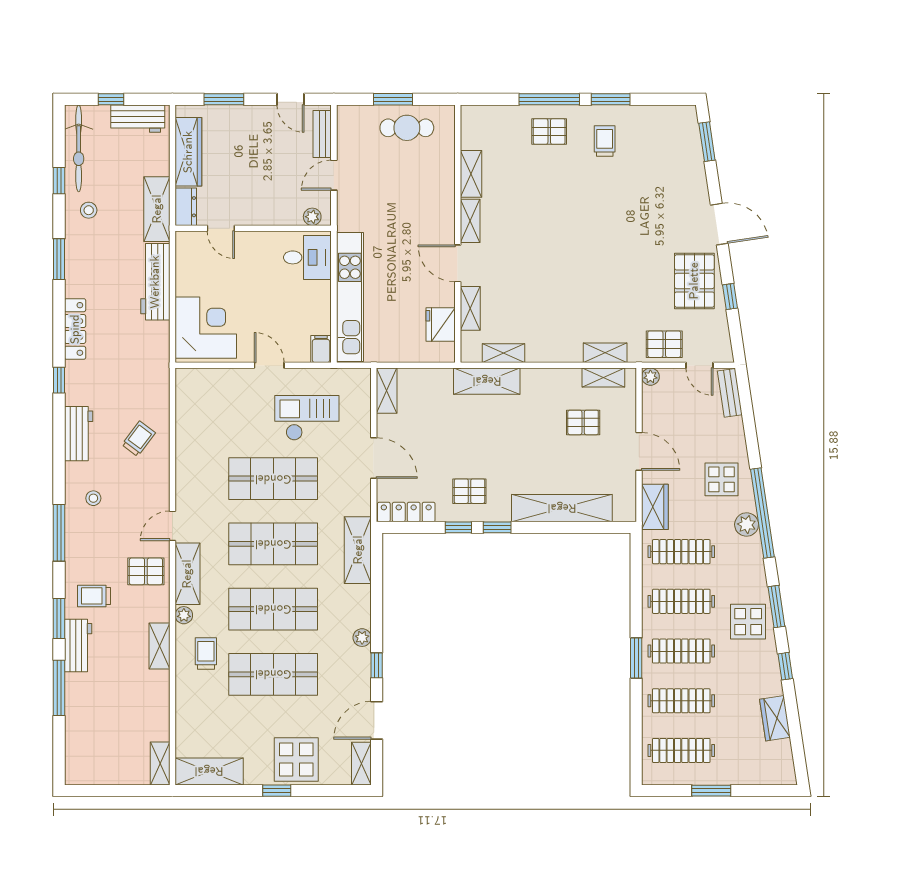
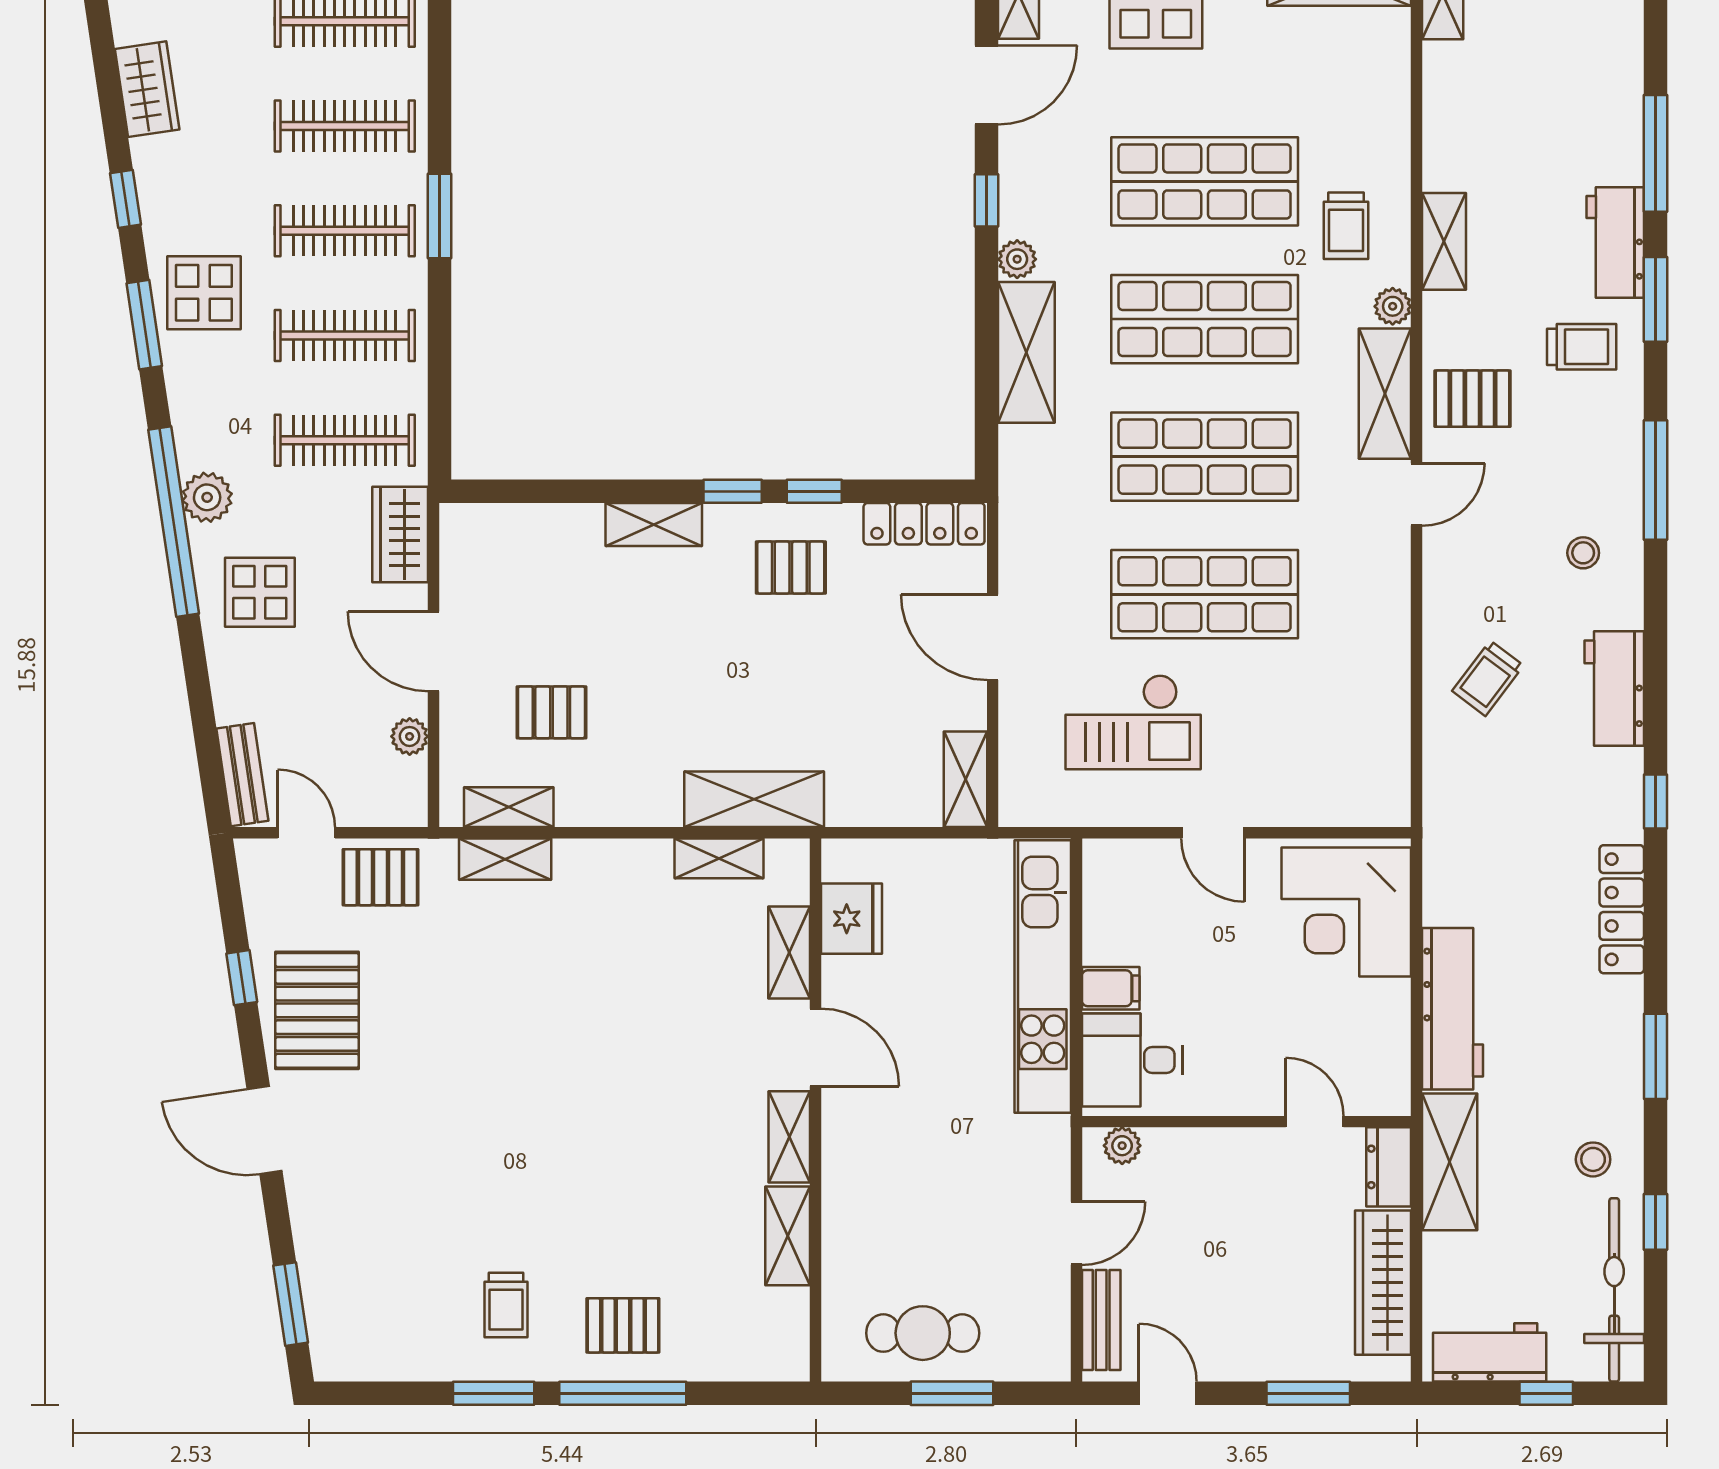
filing cabinet: (321, 349) -> (1111, 988), moved, turned -90
plant: (650, 377) -> (410, 736), moved
shelving: (562, 508) -> (654, 525), width x0.45, depth x0.75
shelving: (358, 550) -> (1026, 352), moved

